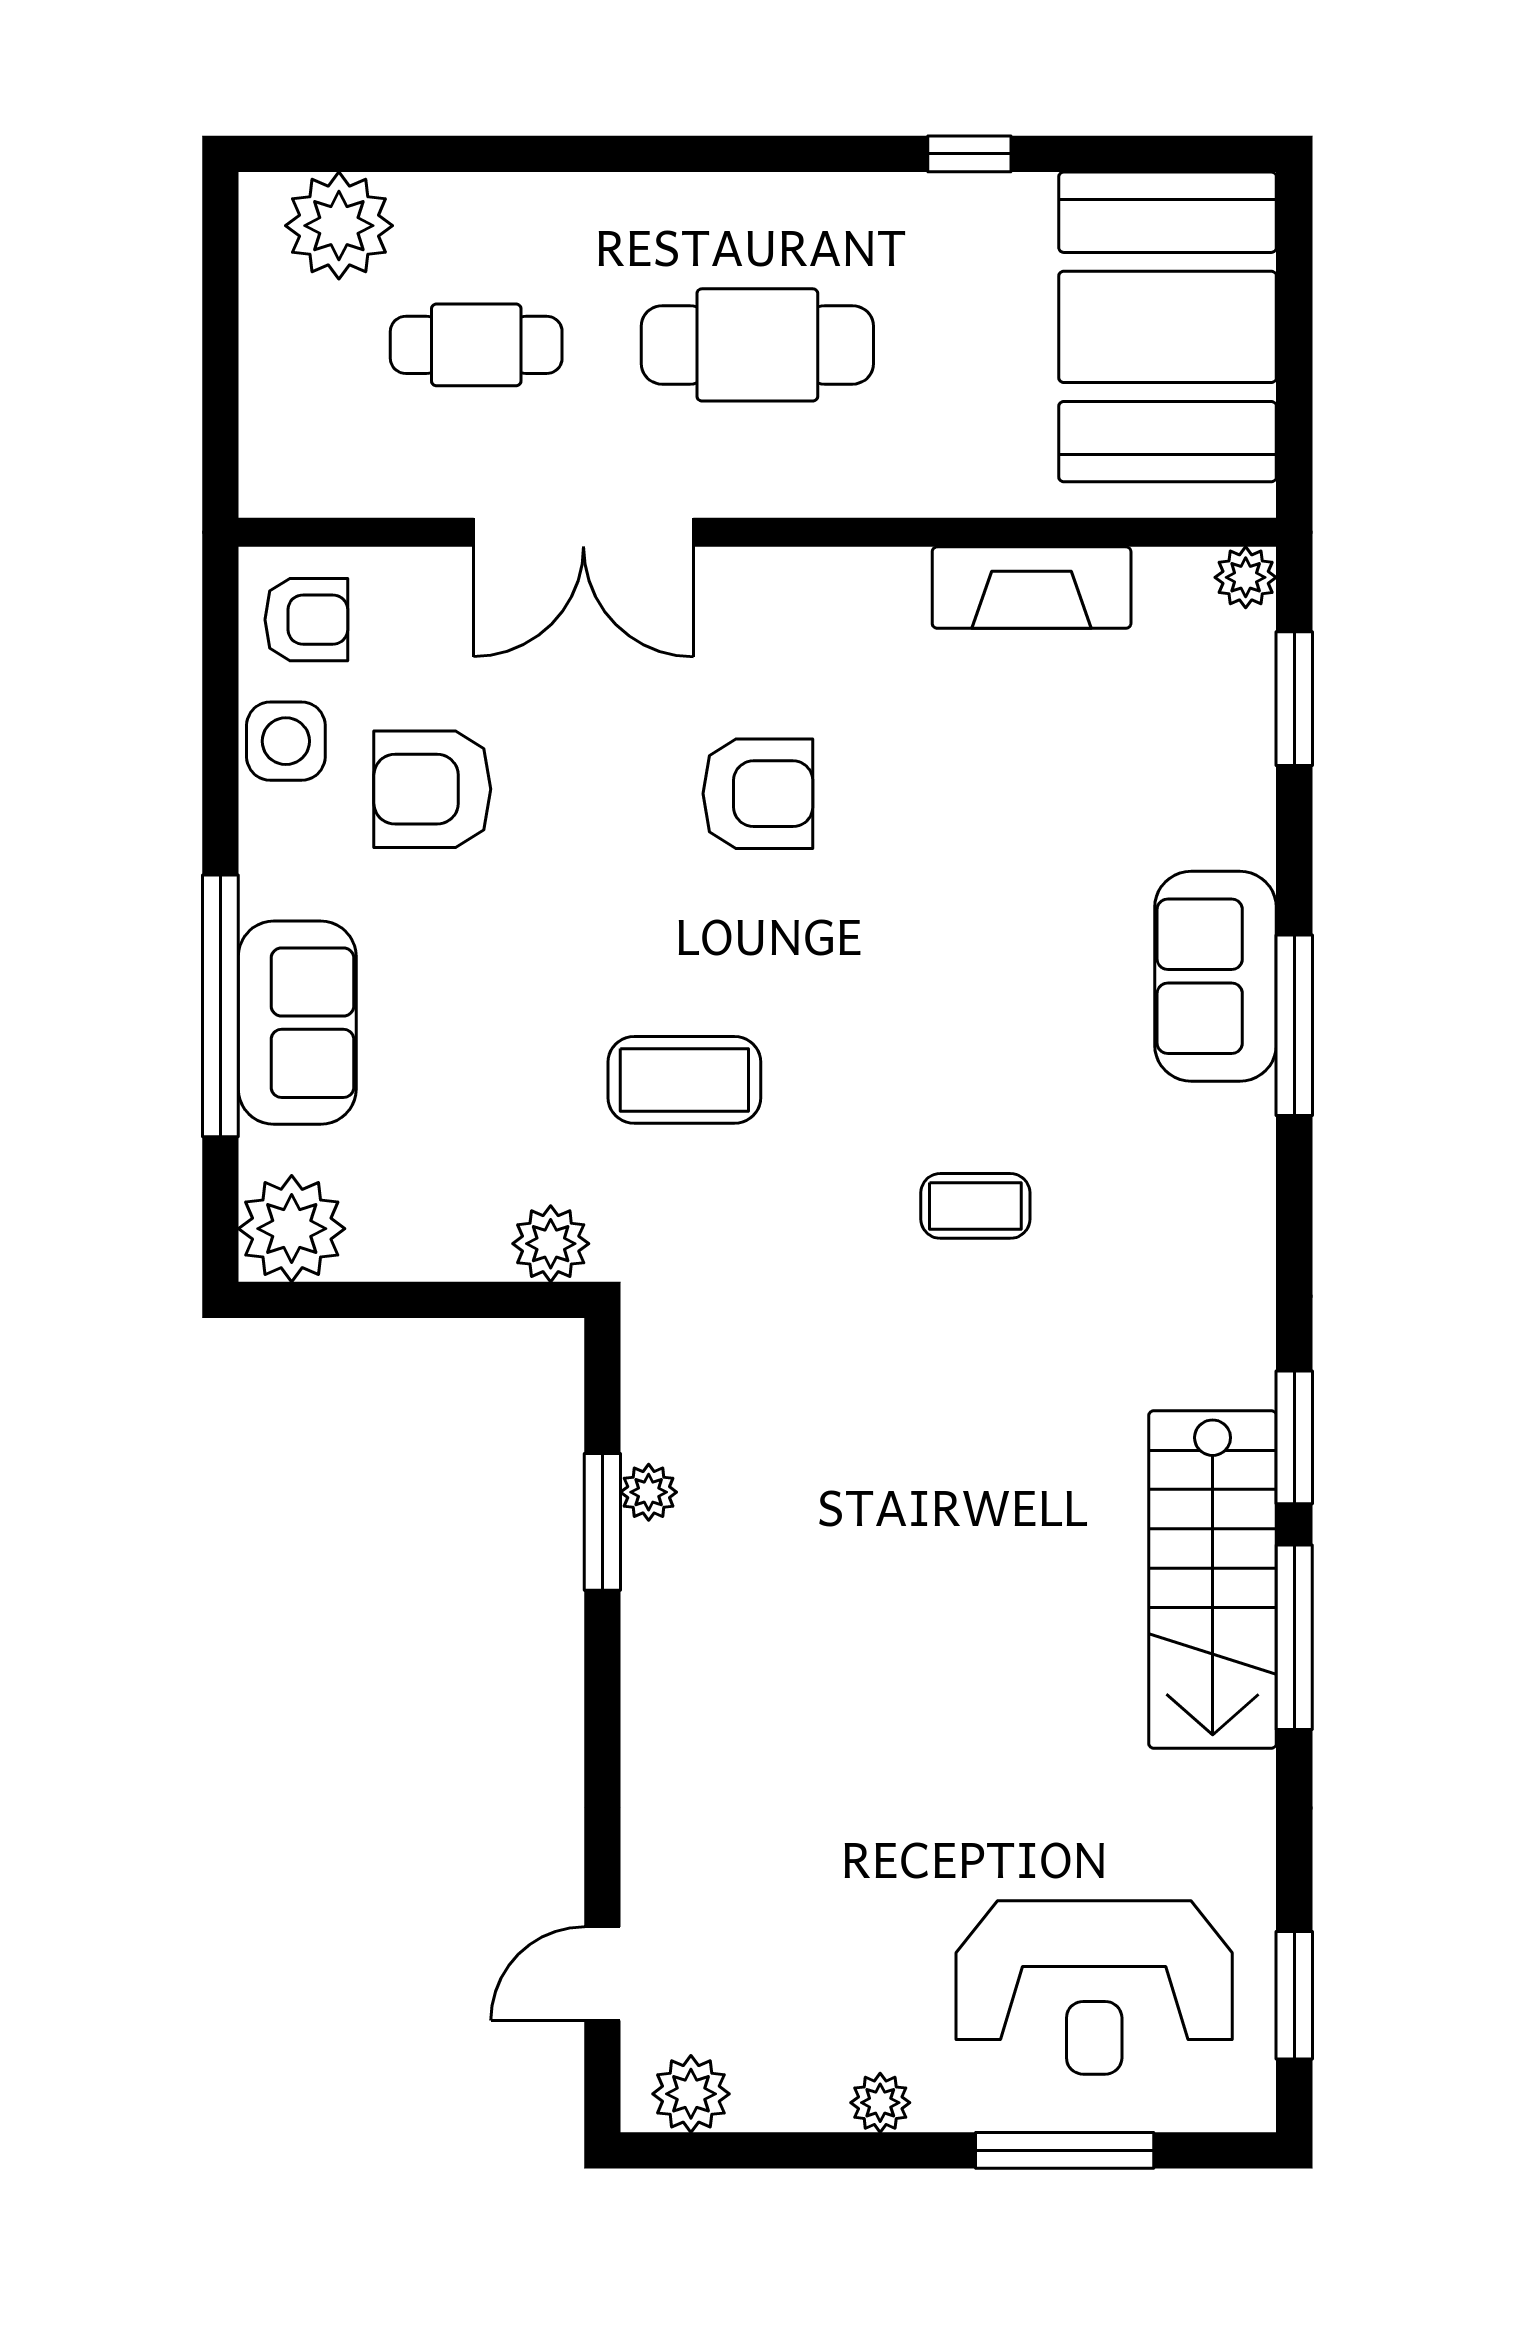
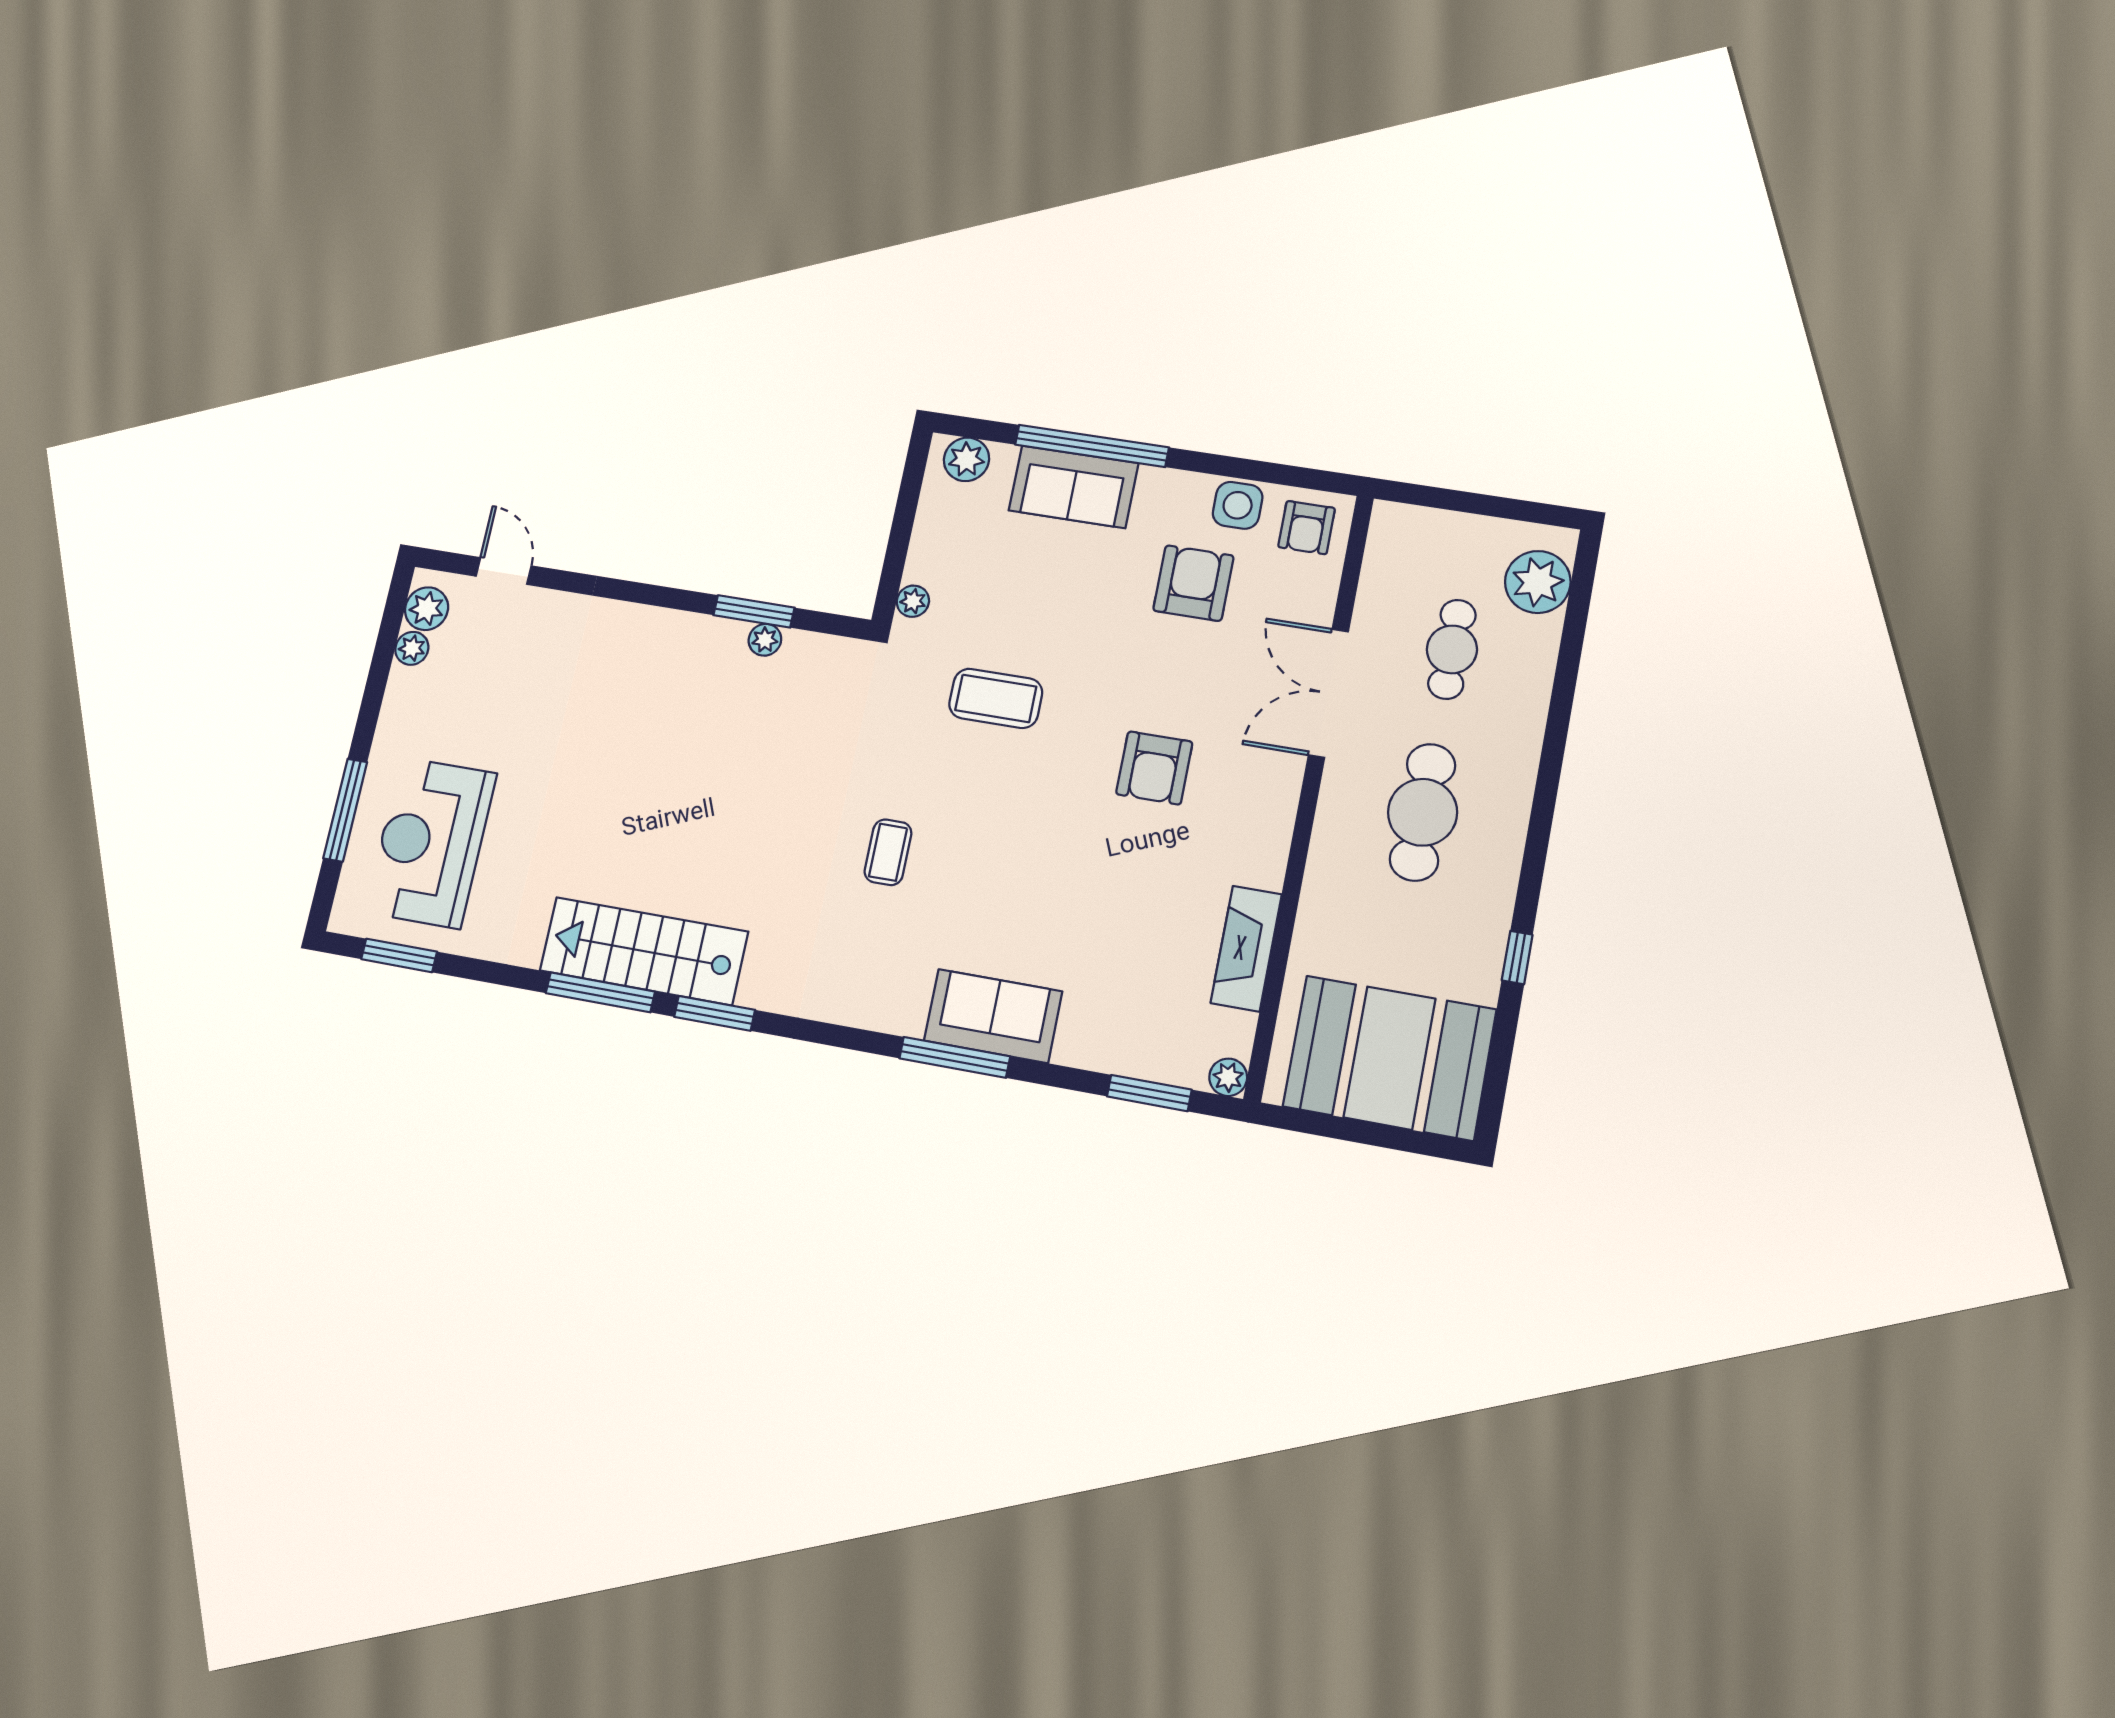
coffee table: (684, 1080) -> (996, 698), turned 90
plant: (292, 1229) -> (966, 459), width x0.73, depth x0.73
plant: (551, 1244) -> (913, 601), width x0.73, depth x0.73
plant: (880, 2103) -> (412, 648), moved

